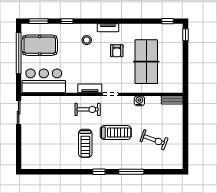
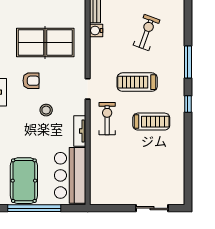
stool: (87, 40) -> (46, 110), moved
tv unit: (90, 88) -> (80, 131), moved
water cooler: (139, 101) -> (96, 30), moved
sliding door: (19, 113) -> (152, 208), moved
treadmill: (116, 133) -> (137, 82), turned -90

